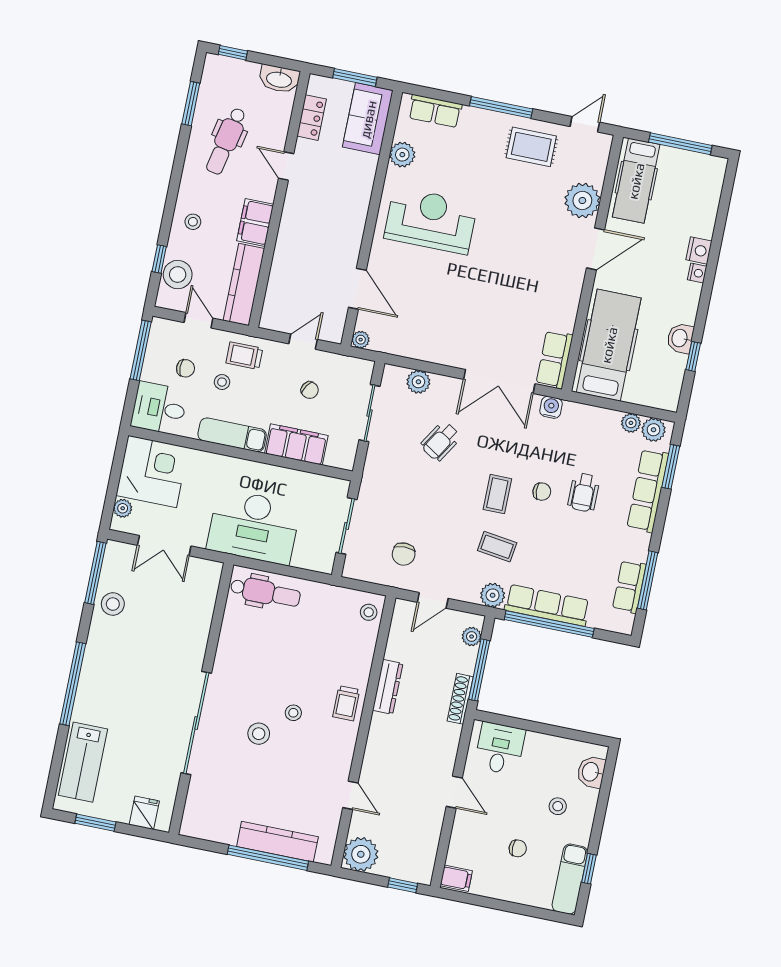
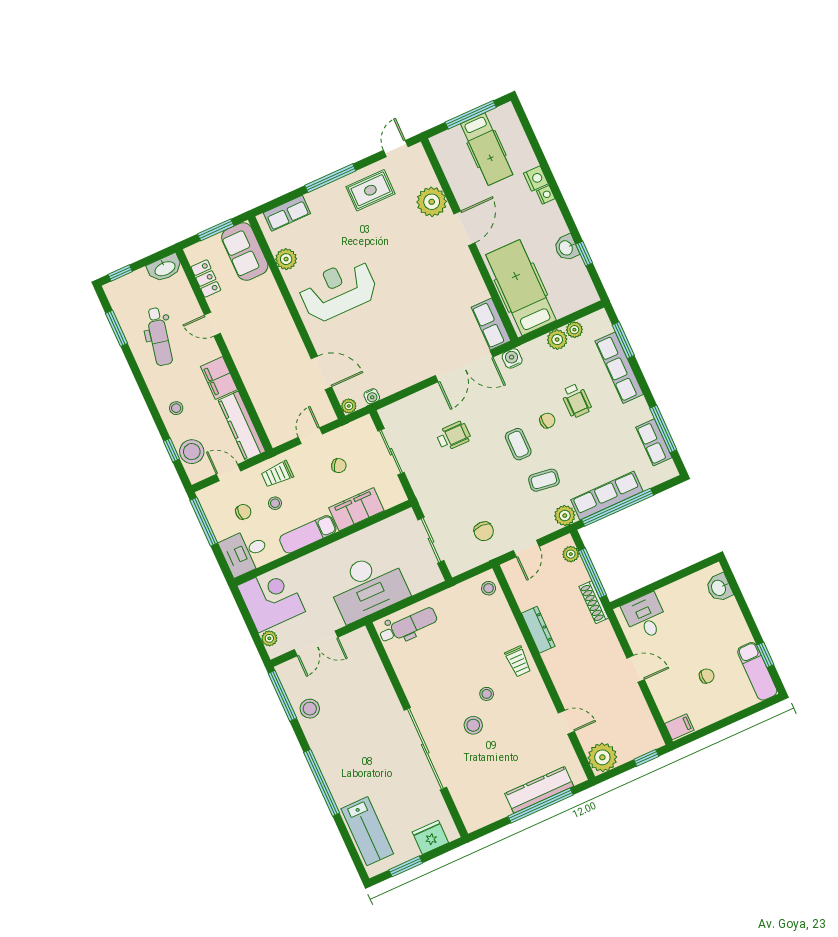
hospital bed: (636, 181) -> (487, 149), moved
water cooler: (389, 346) -> (372, 396), added
plant: (418, 382) -> (409, 406), removed
plant: (654, 430) -> (557, 340), moved
wheelchair: (441, 441) -> (453, 436), turned -122
stool: (558, 806) -> (713, 628), removed
fridge: (144, 813) -> (430, 837), width x1.38

